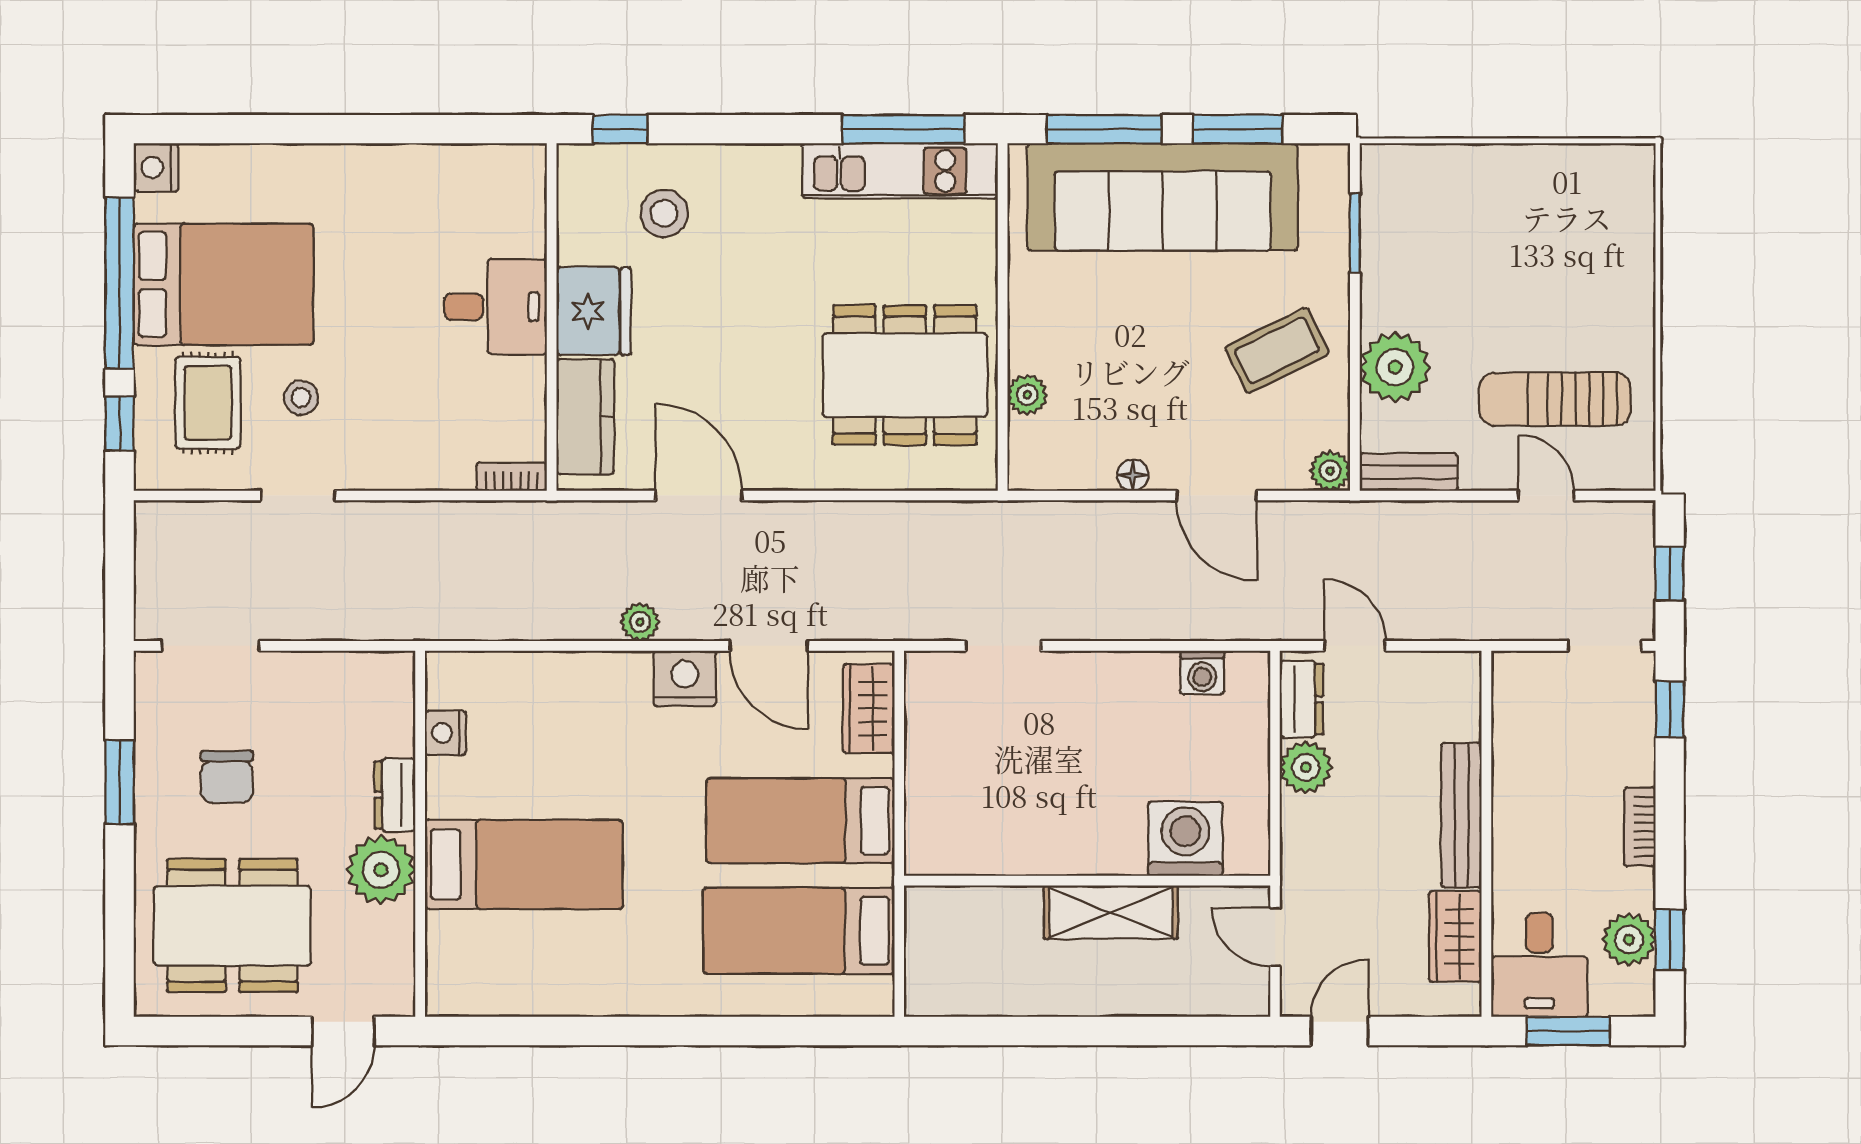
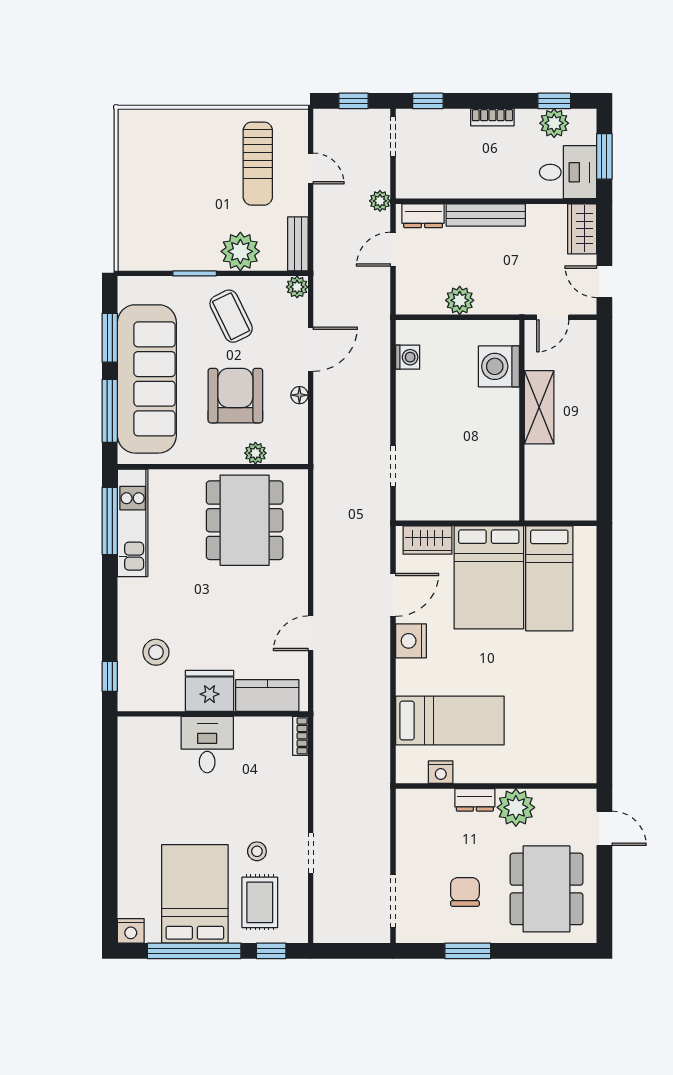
window: (1355, 233) -> (195, 273), moved
armchair: (1132, 358) -> (235, 396), added
rug: (208, 403) -> (260, 902), turned 90
door: (699, 496) -> (311, 633), width x0.73
door: (1546, 496) -> (311, 168), swing flipped
plant: (640, 622) -> (380, 201), moved
door: (1355, 646) -> (393, 249), moved
dresser: (1301, 699) -> (423, 216), moved, turned 180
chair: (227, 777) -> (465, 892), turned -90
bed: (801, 820) -> (489, 577), width x1.50
bed: (524, 864) -> (450, 721), moved, turned 90
wardrobe: (1455, 937) -> (582, 229), moved, turned 90

